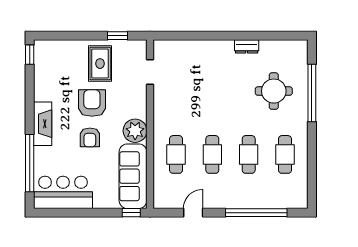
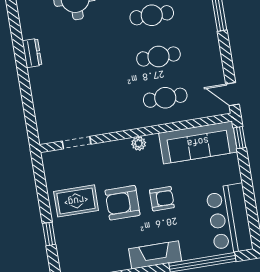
window: (118, 36) -> (49, 234), moved
dresser: (247, 46) -> (32, 53), moved
plant: (135, 131) -> (139, 143), width x0.53, depth x0.53
door: (193, 213) -> (232, 94), moved

